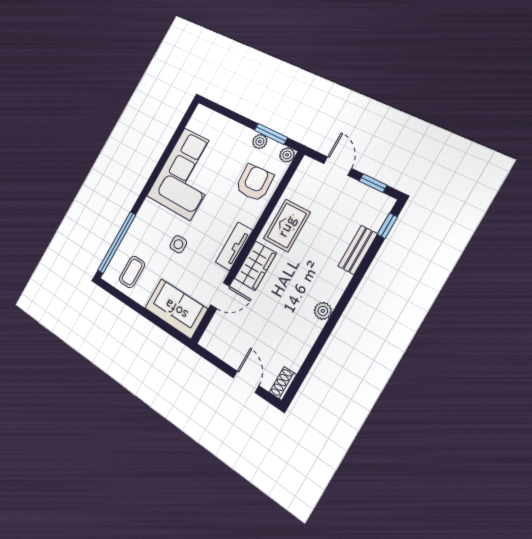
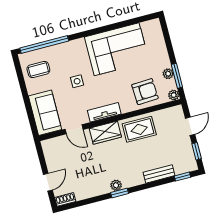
window: (336, 316) -> (120, 193), added

